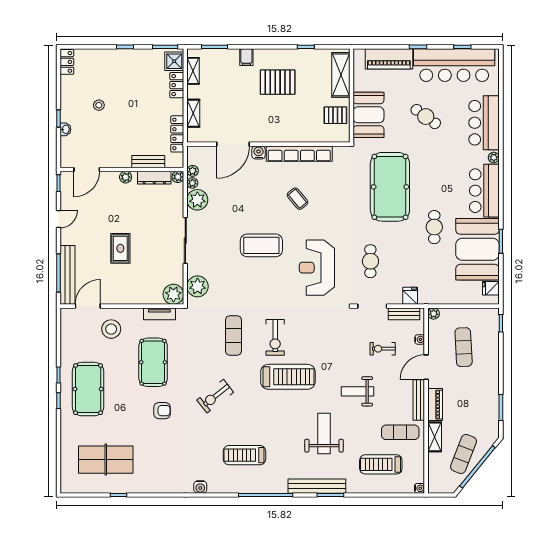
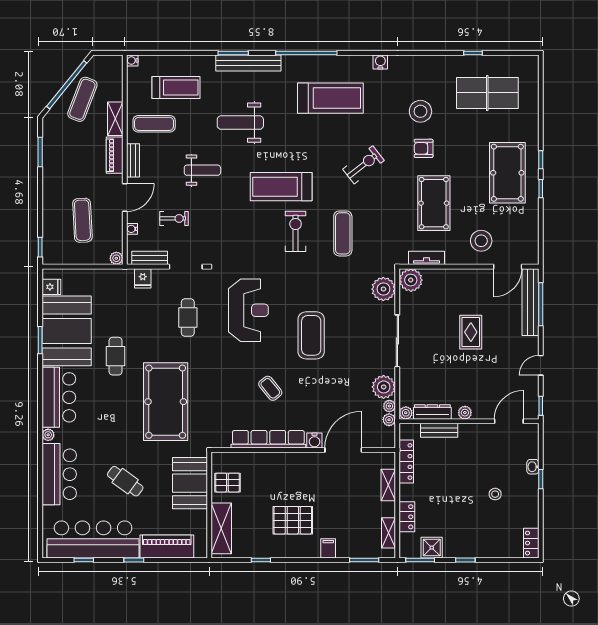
shower: (174, 61) -> (432, 548), moved
coffee table: (261, 245) -> (311, 335), turned 90
bench: (419, 400) -> (133, 160), width x0.73
weight bench: (324, 433) -> (240, 123), turned 90
stool: (165, 443) -> (420, 111), added
treadmill: (244, 455) -> (330, 98), width x1.37, depth x1.37

